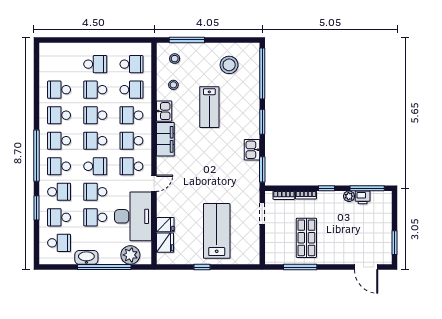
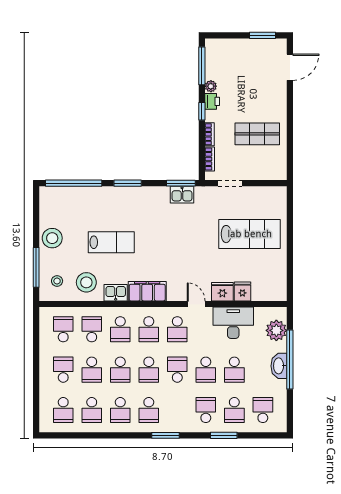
stool: (229, 65) -> (52, 238), moved
stool: (173, 85) -> (86, 282), width x1.89, depth x1.89
kitchen sink: (252, 150) -> (182, 195), moved
window: (36, 156) -> (165, 435), width x0.47
school desk: (59, 166) -> (63, 410), moved
printer: (363, 197) -> (212, 101), moved
desk: (133, 216) -> (233, 323), width x0.73, depth x0.77
lab bench: (217, 231) -> (250, 234), turned 180
fridge: (165, 243) -> (222, 292), moved
washbasin: (86, 257) -> (279, 366), moved
window: (202, 267) -> (290, 250), removed
window: (300, 267) -> (290, 141), removed

